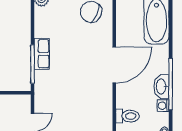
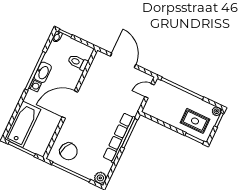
row of seats: (42, 54) -> (119, 138), width x2.02
washing machine: (163, 106) -> (35, 86), moved

